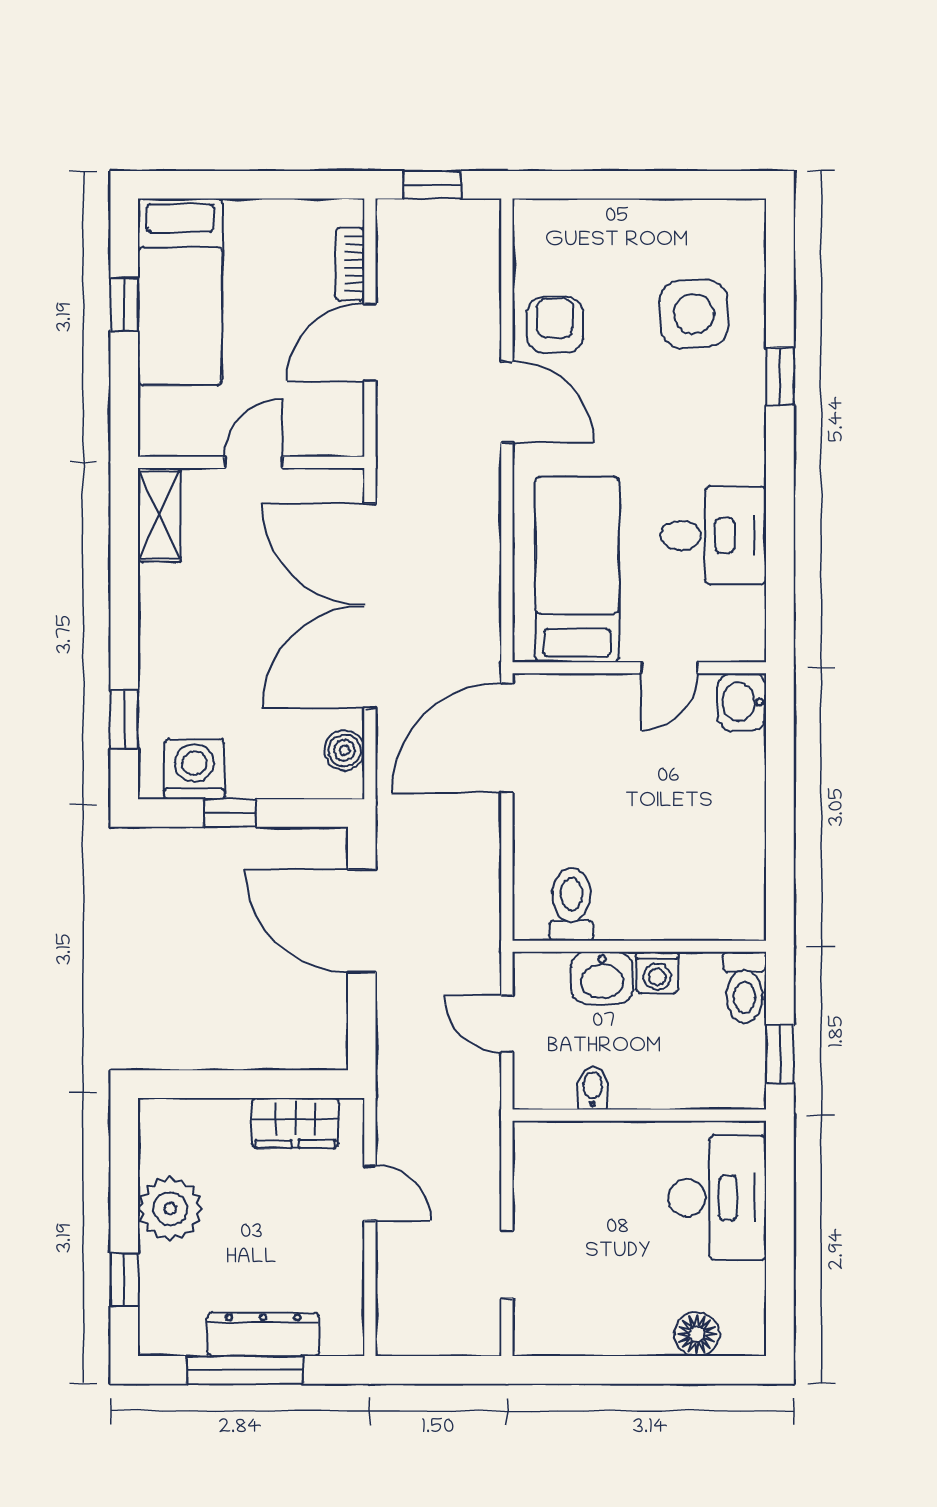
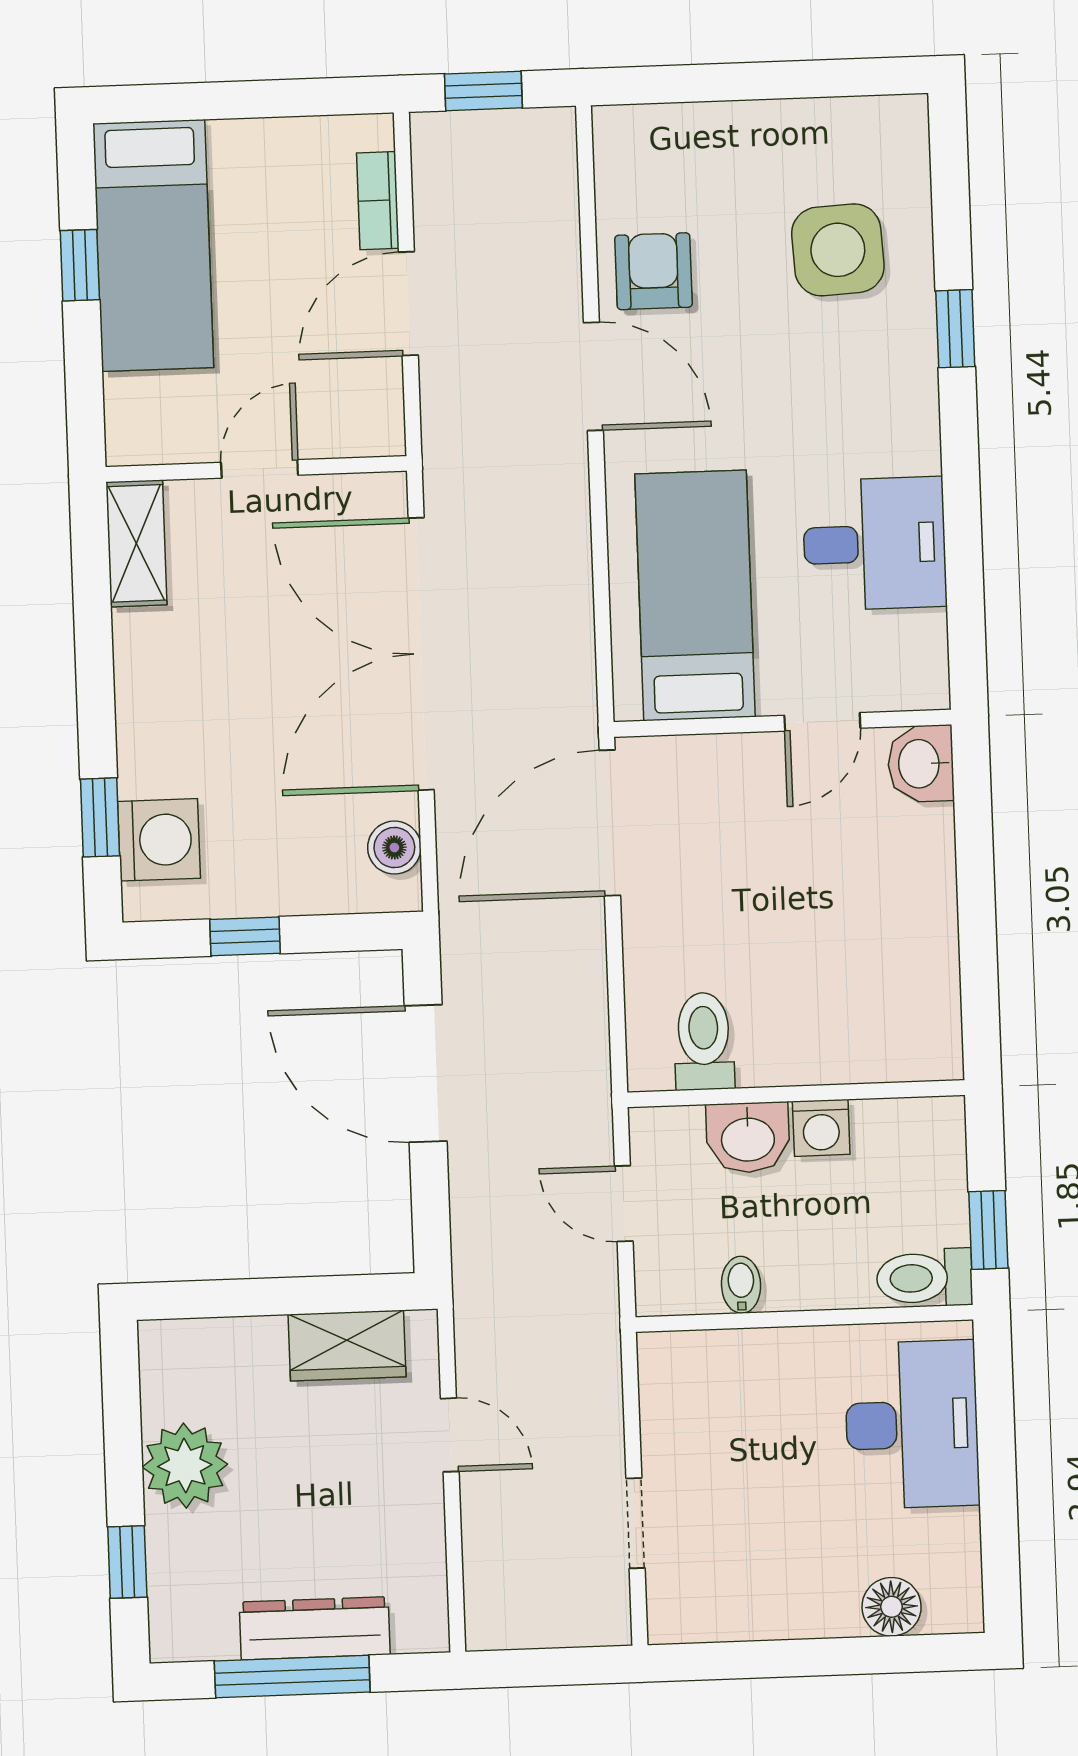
washing machine: (194, 769) -> (159, 840), moved, turned 90
toilet: (745, 987) -> (924, 1278), moved, turned 90

